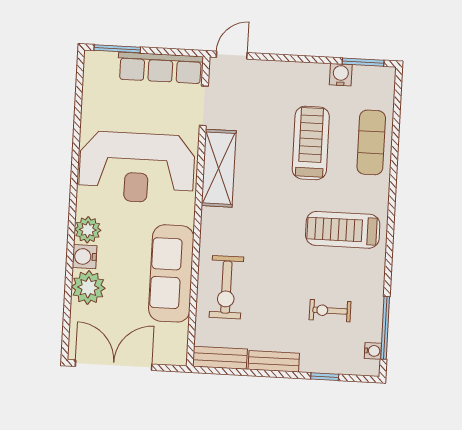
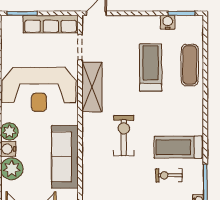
treadmill: (343, 230) -> (178, 147), moved
exercise bike: (226, 287) -> (124, 136), moved, turned 180

